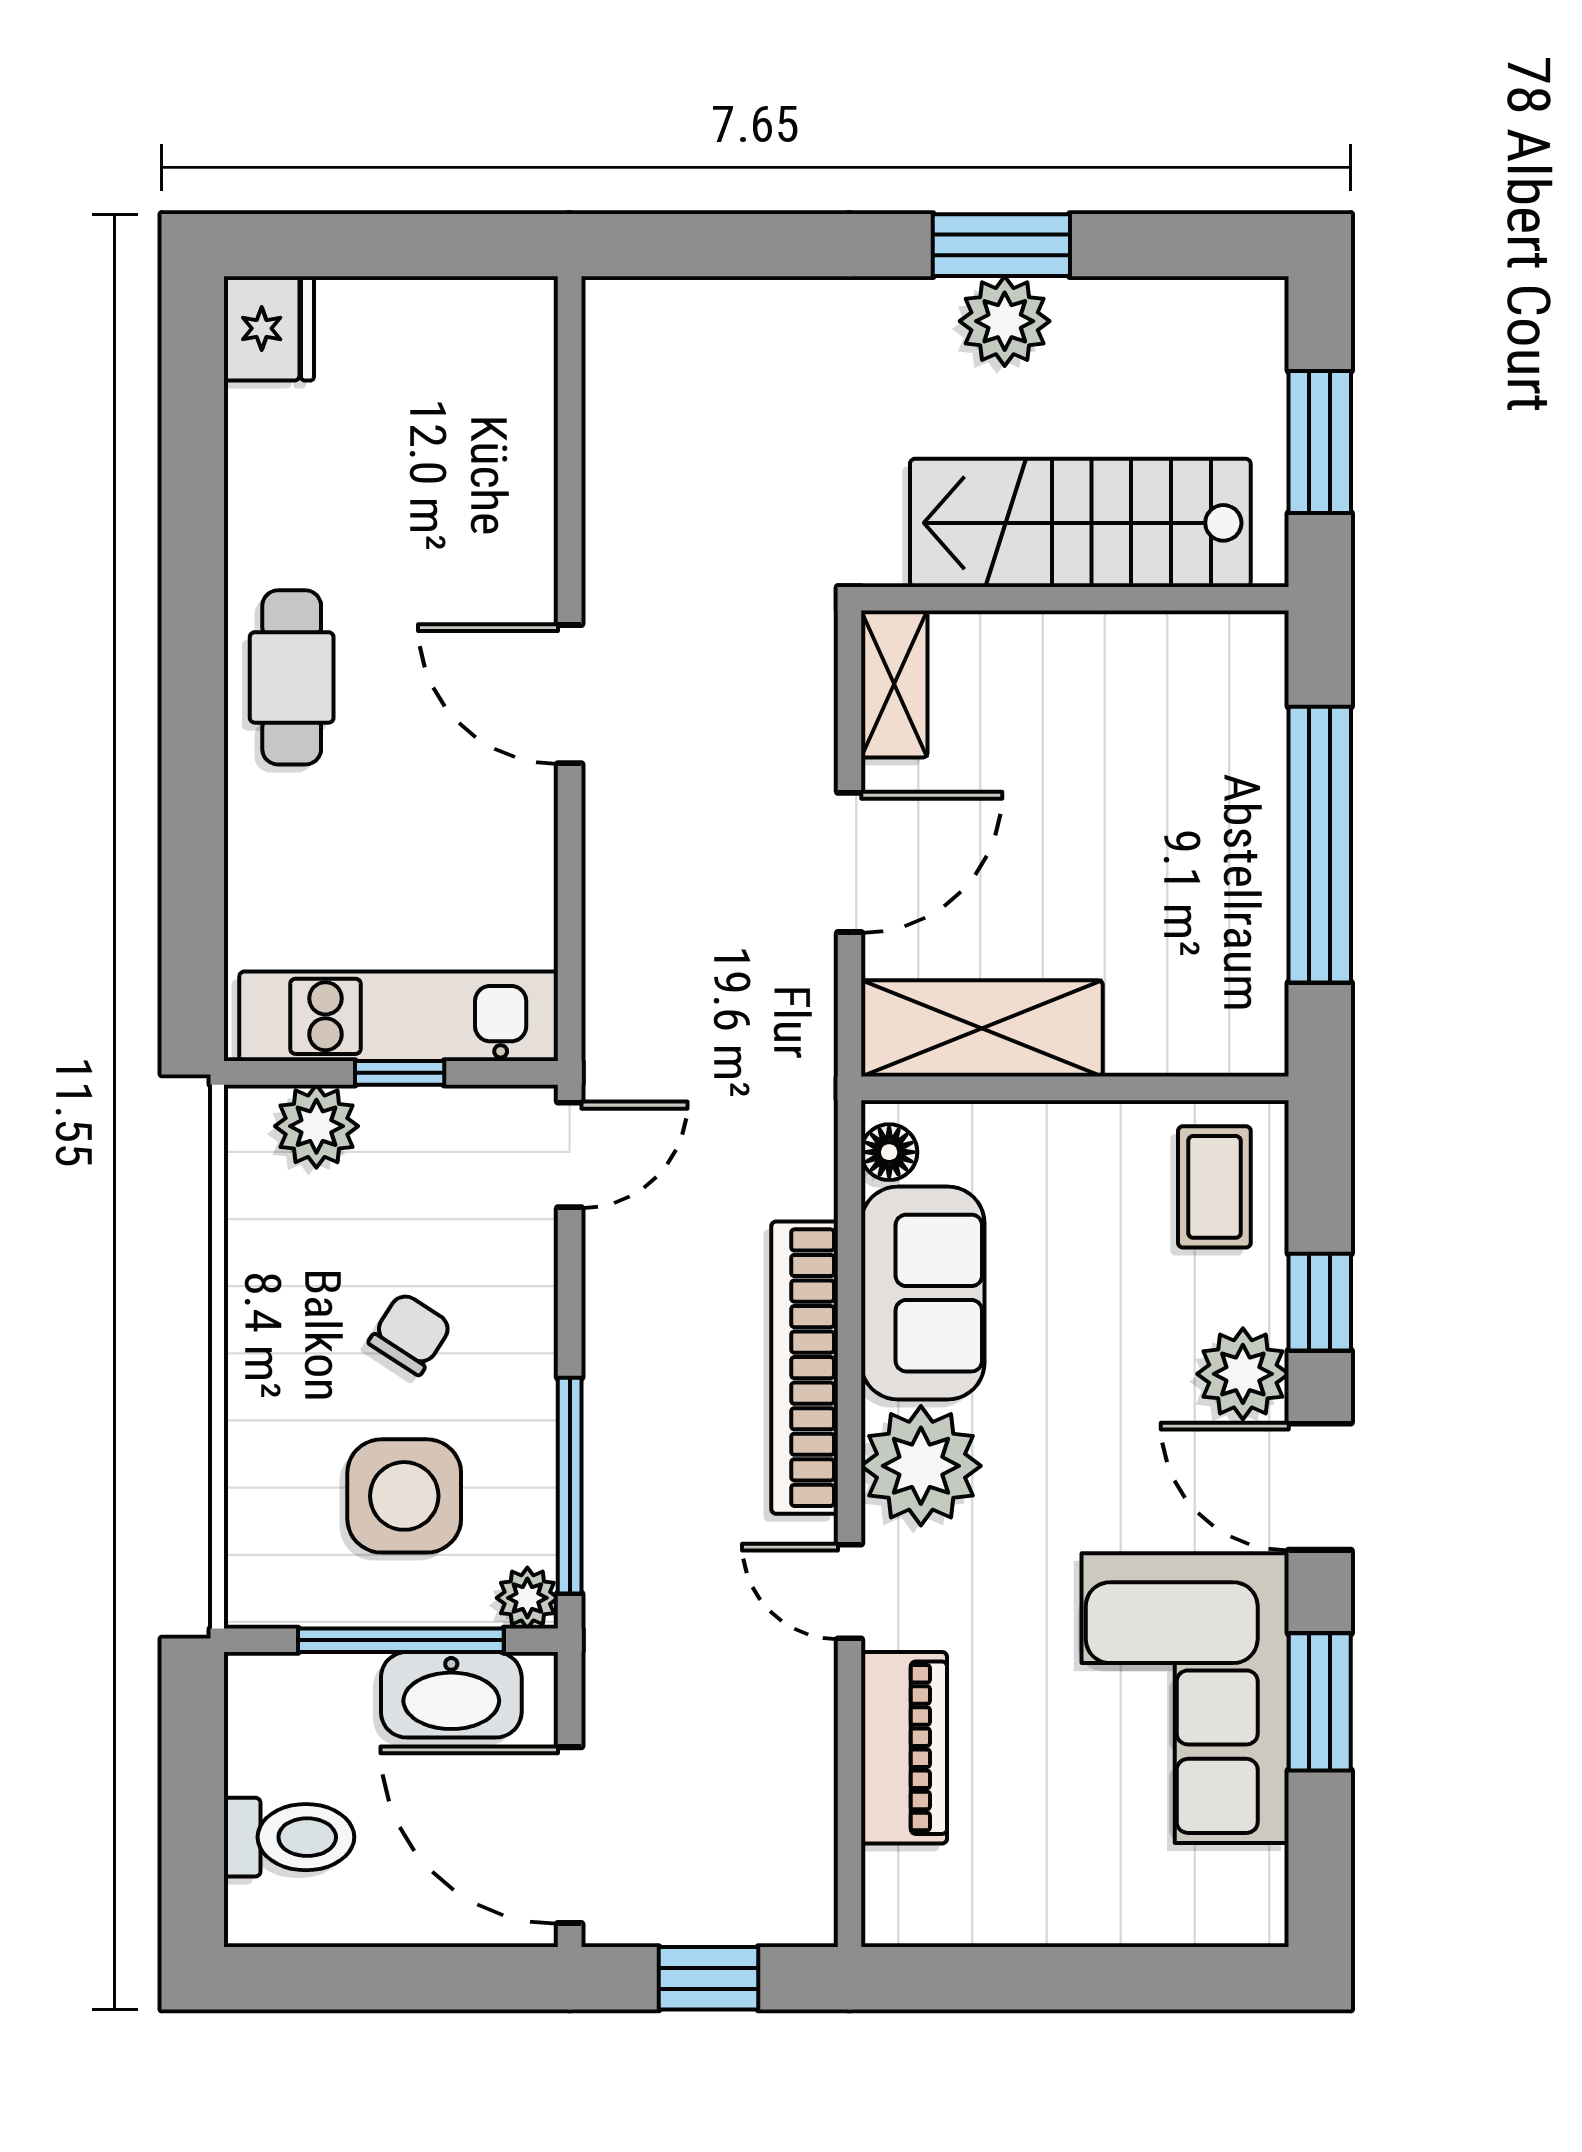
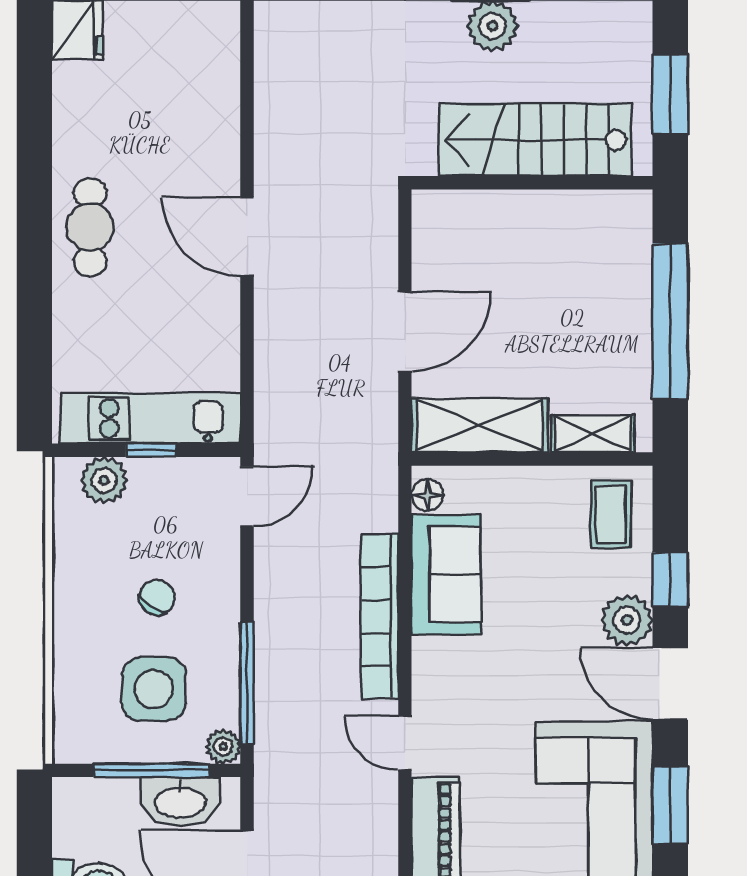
shelving: (894, 684) -> (593, 434), moved, turned 90
plant: (921, 1466) -> (445, 672), removed

